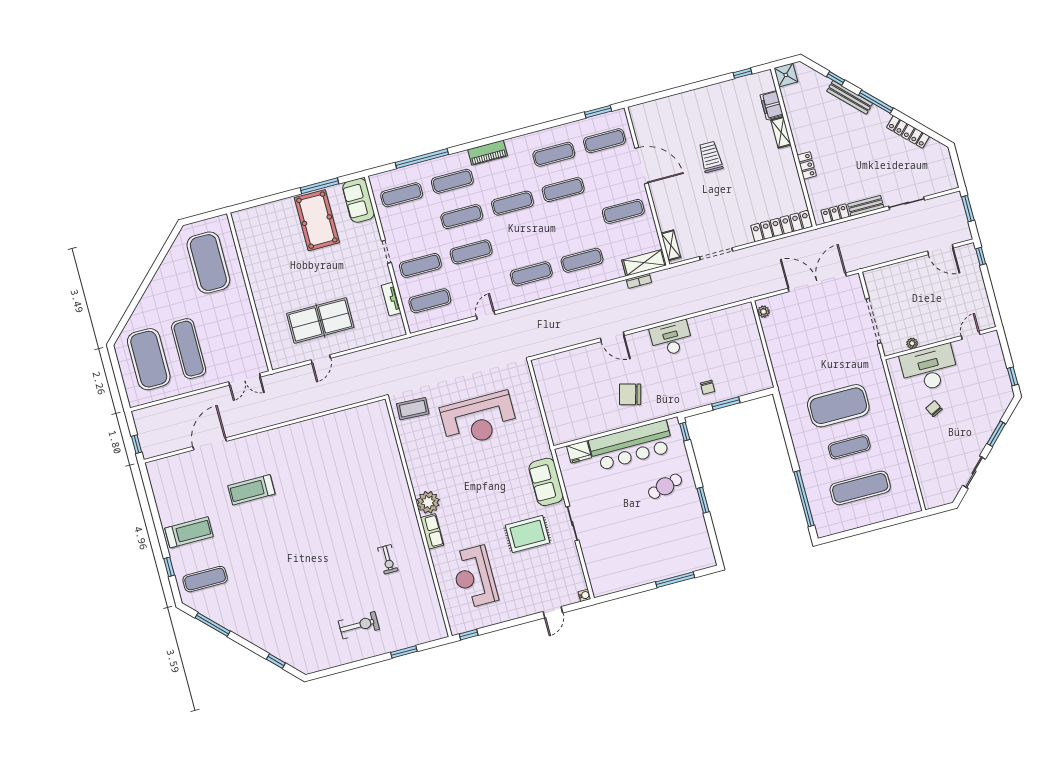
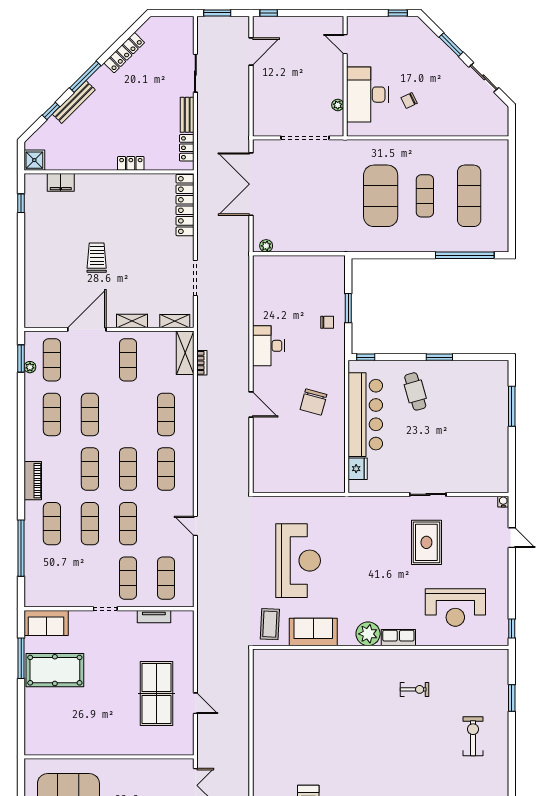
plant: (592, 122) -> (30, 367), added
shelving: (781, 132) -> (132, 321), moved
trolley: (711, 157) -> (97, 258), turned 90
exercise mat: (402, 195) -> (128, 469), moved
door: (612, 337) -> (251, 404), hinge flipped
sofa: (546, 482) -> (313, 632), moved, turned 180

